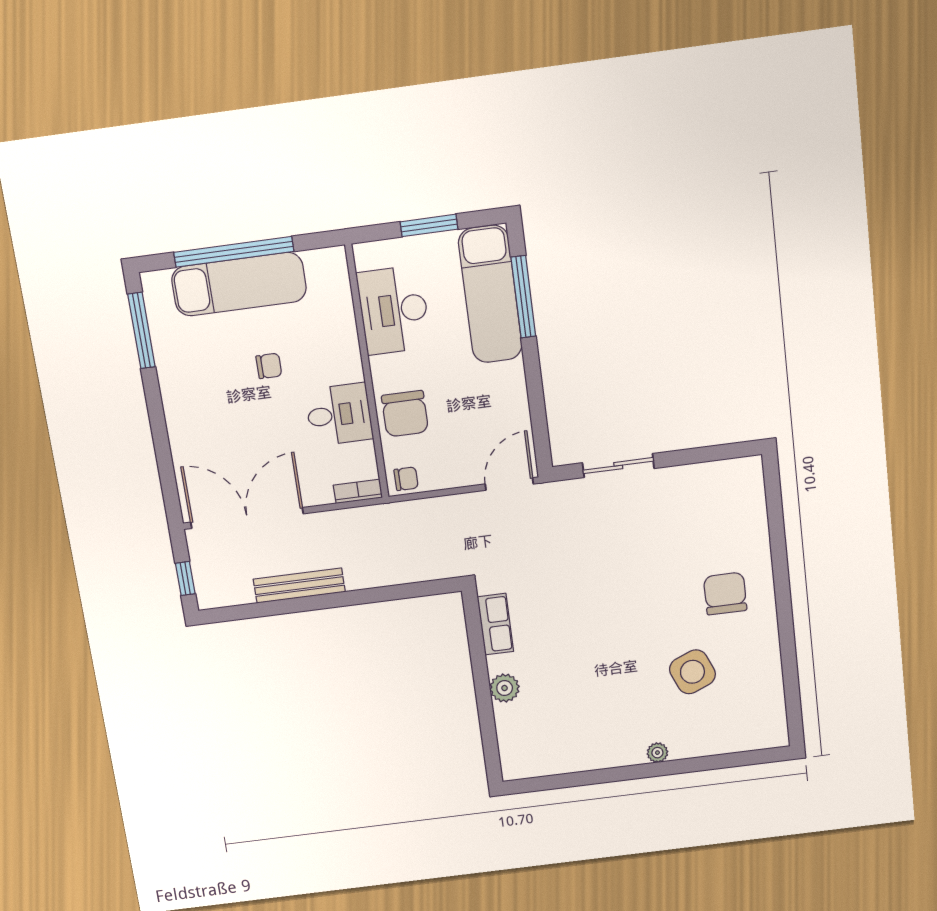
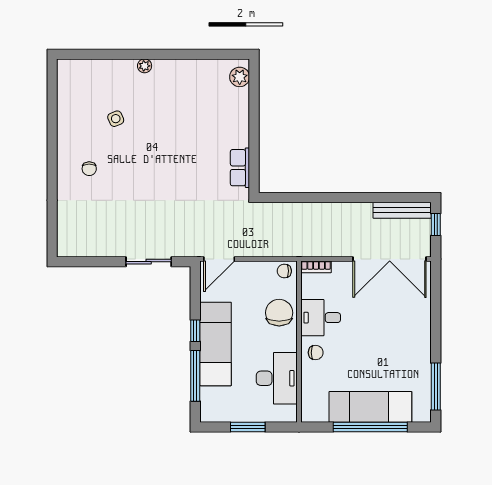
exam couch: (490, 294) -> (216, 344), moved
chair: (269, 366) -> (316, 353), moved, turned 180
window: (532, 368) -> (195, 331), added
bench: (299, 586) -> (402, 210), moved
chair: (725, 594) -> (89, 169), width x0.54, depth x0.54
side table: (692, 672) -> (116, 119), width x0.54, depth x0.54
plant: (505, 688) -> (240, 77), moved

